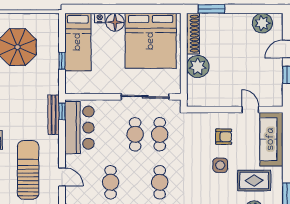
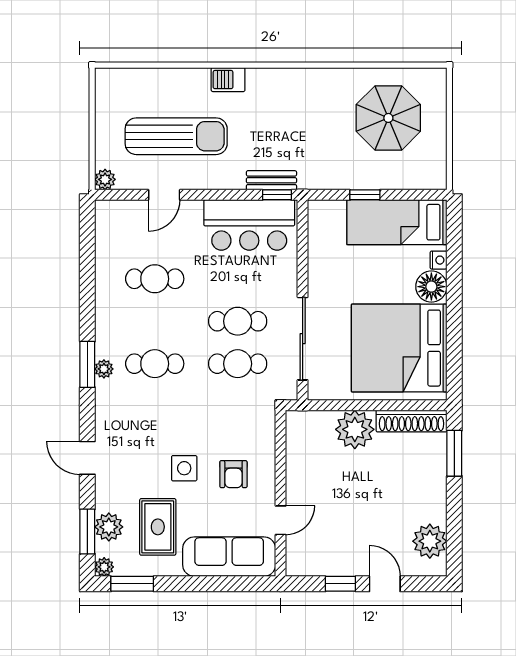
bench: (54, 115) -> (271, 180), width x0.73

